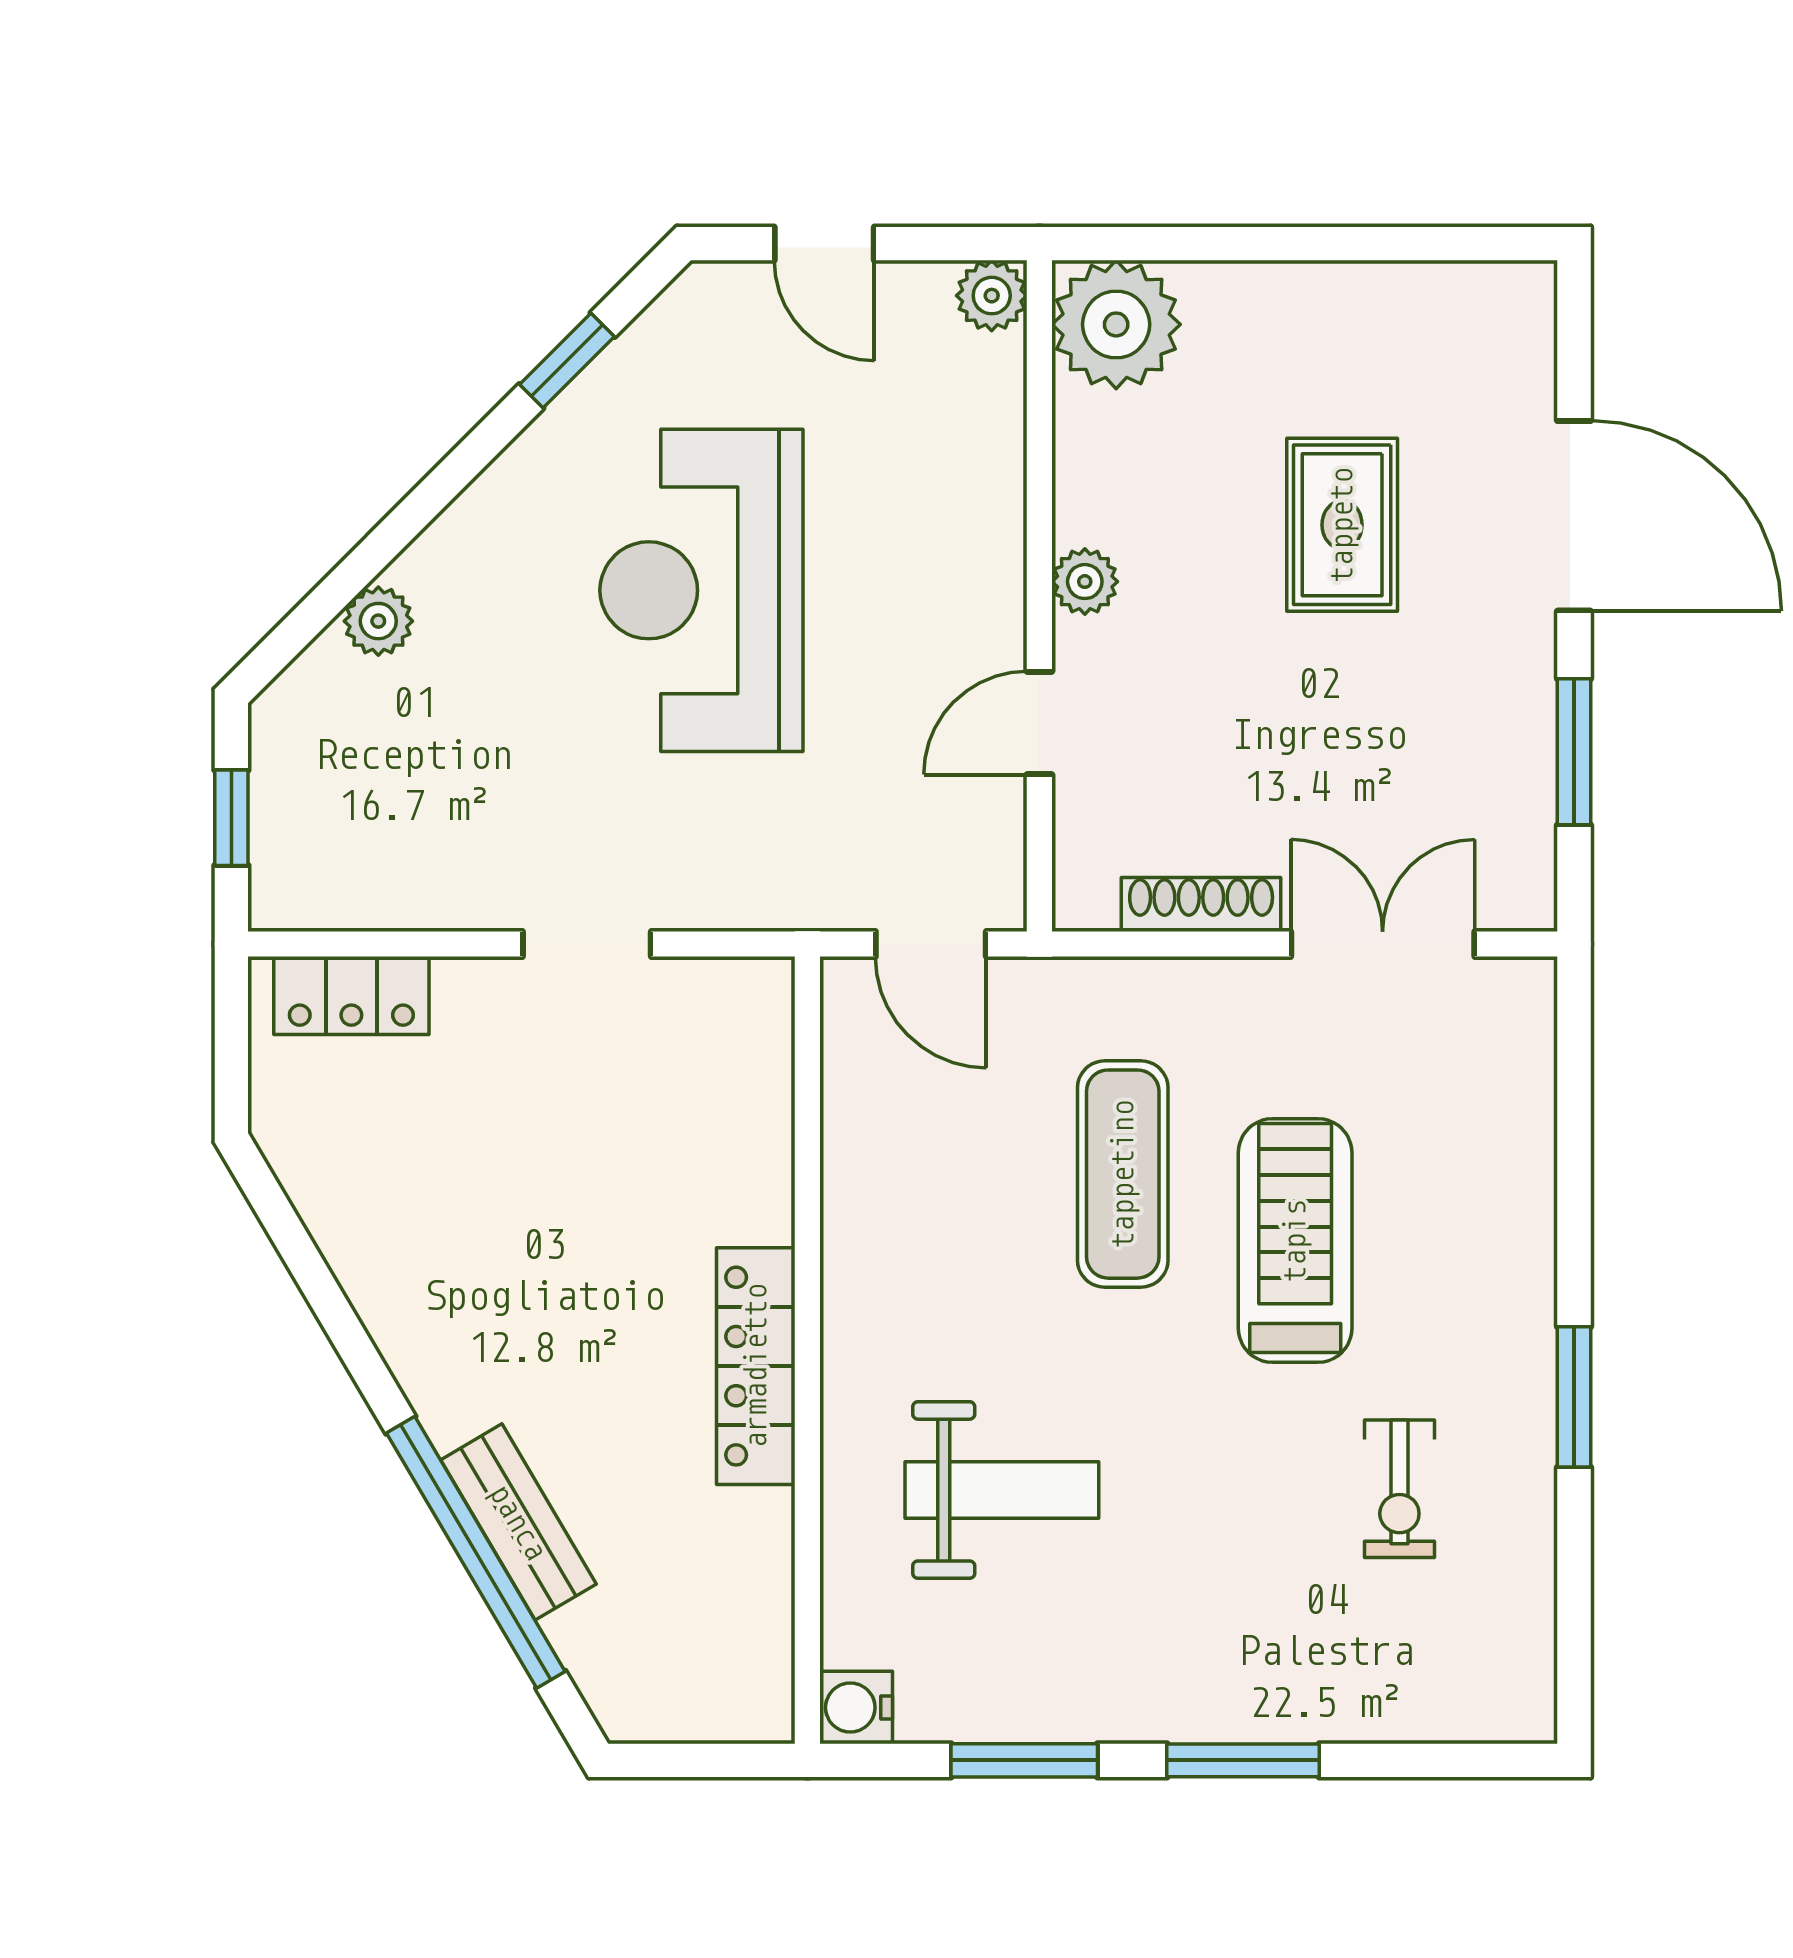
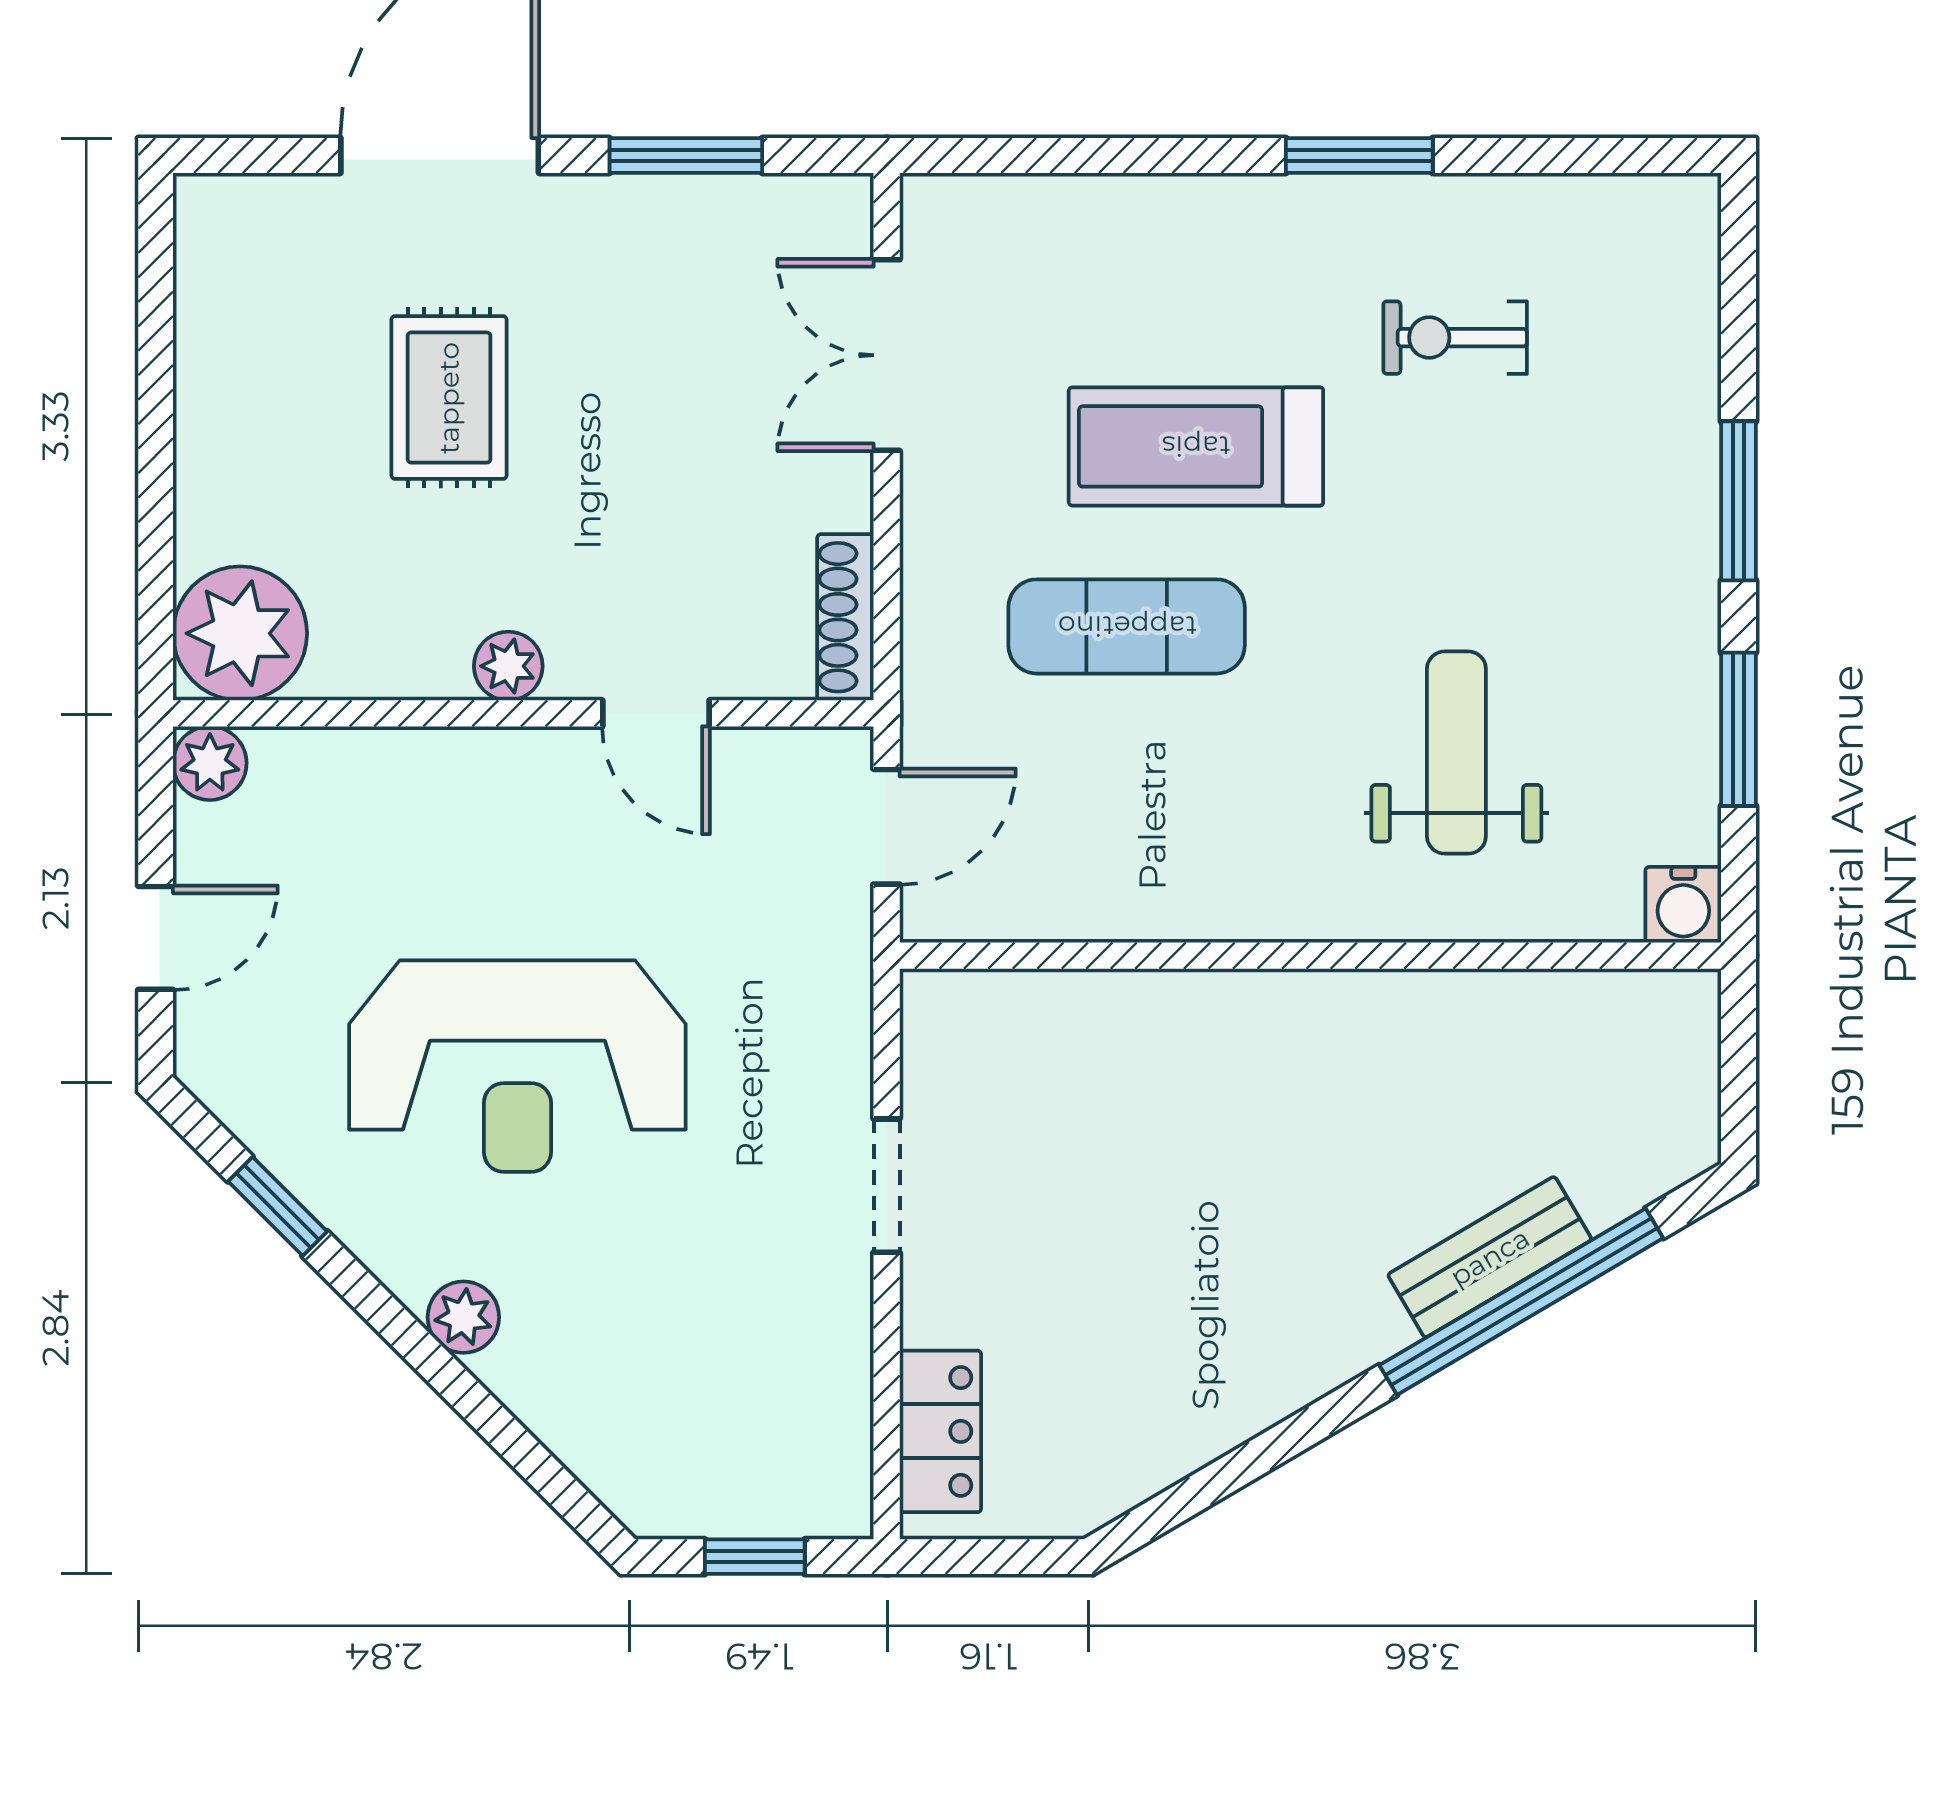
rug: (1342, 525) -> (449, 398), turned 90
plant: (378, 621) -> (463, 1317), moved
shoe rack: (1201, 905) -> (845, 617), moved
locker: (756, 1366) -> (1327, 1009), removed
exercise bike: (1399, 1489) -> (1455, 338), turned 180

